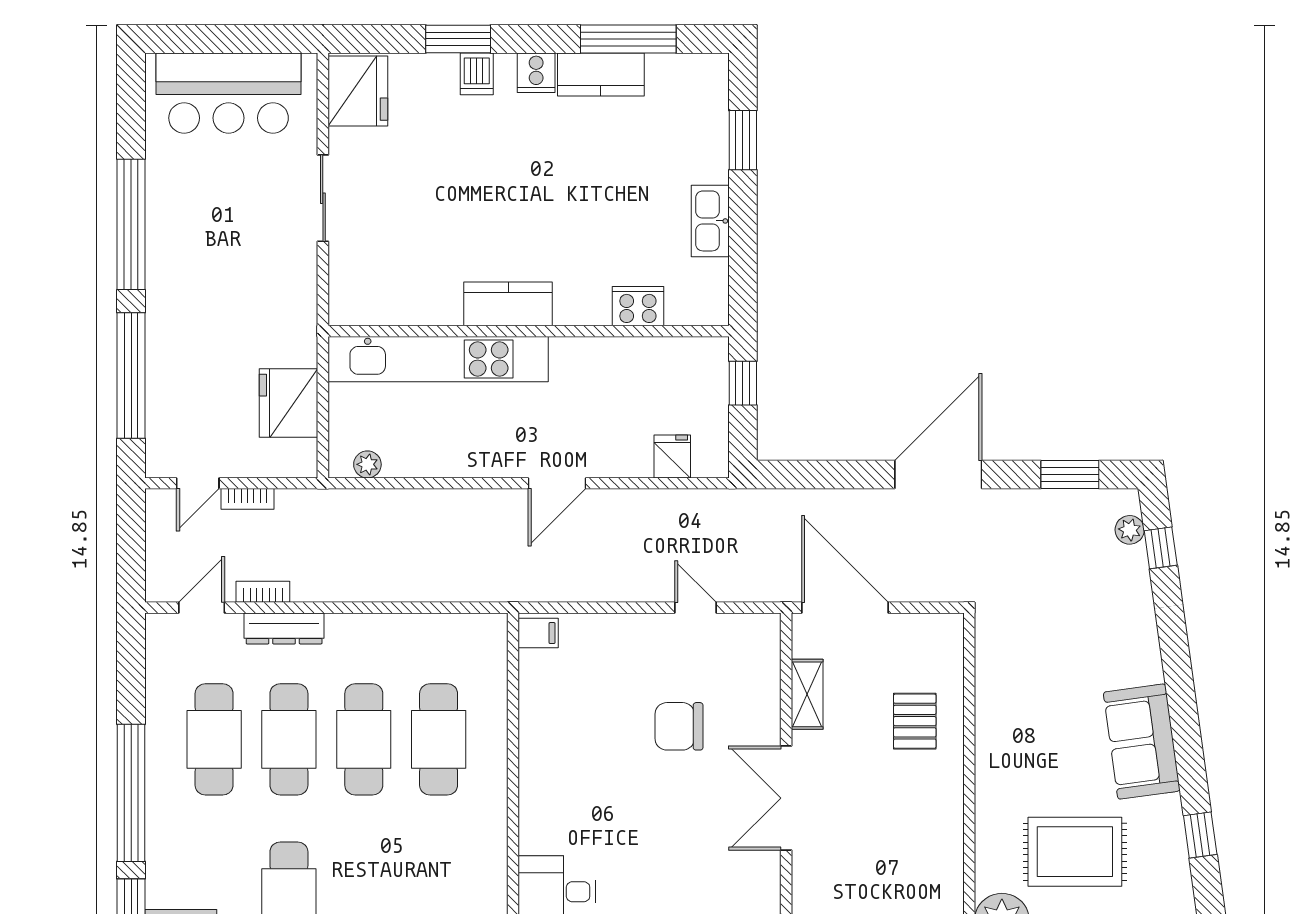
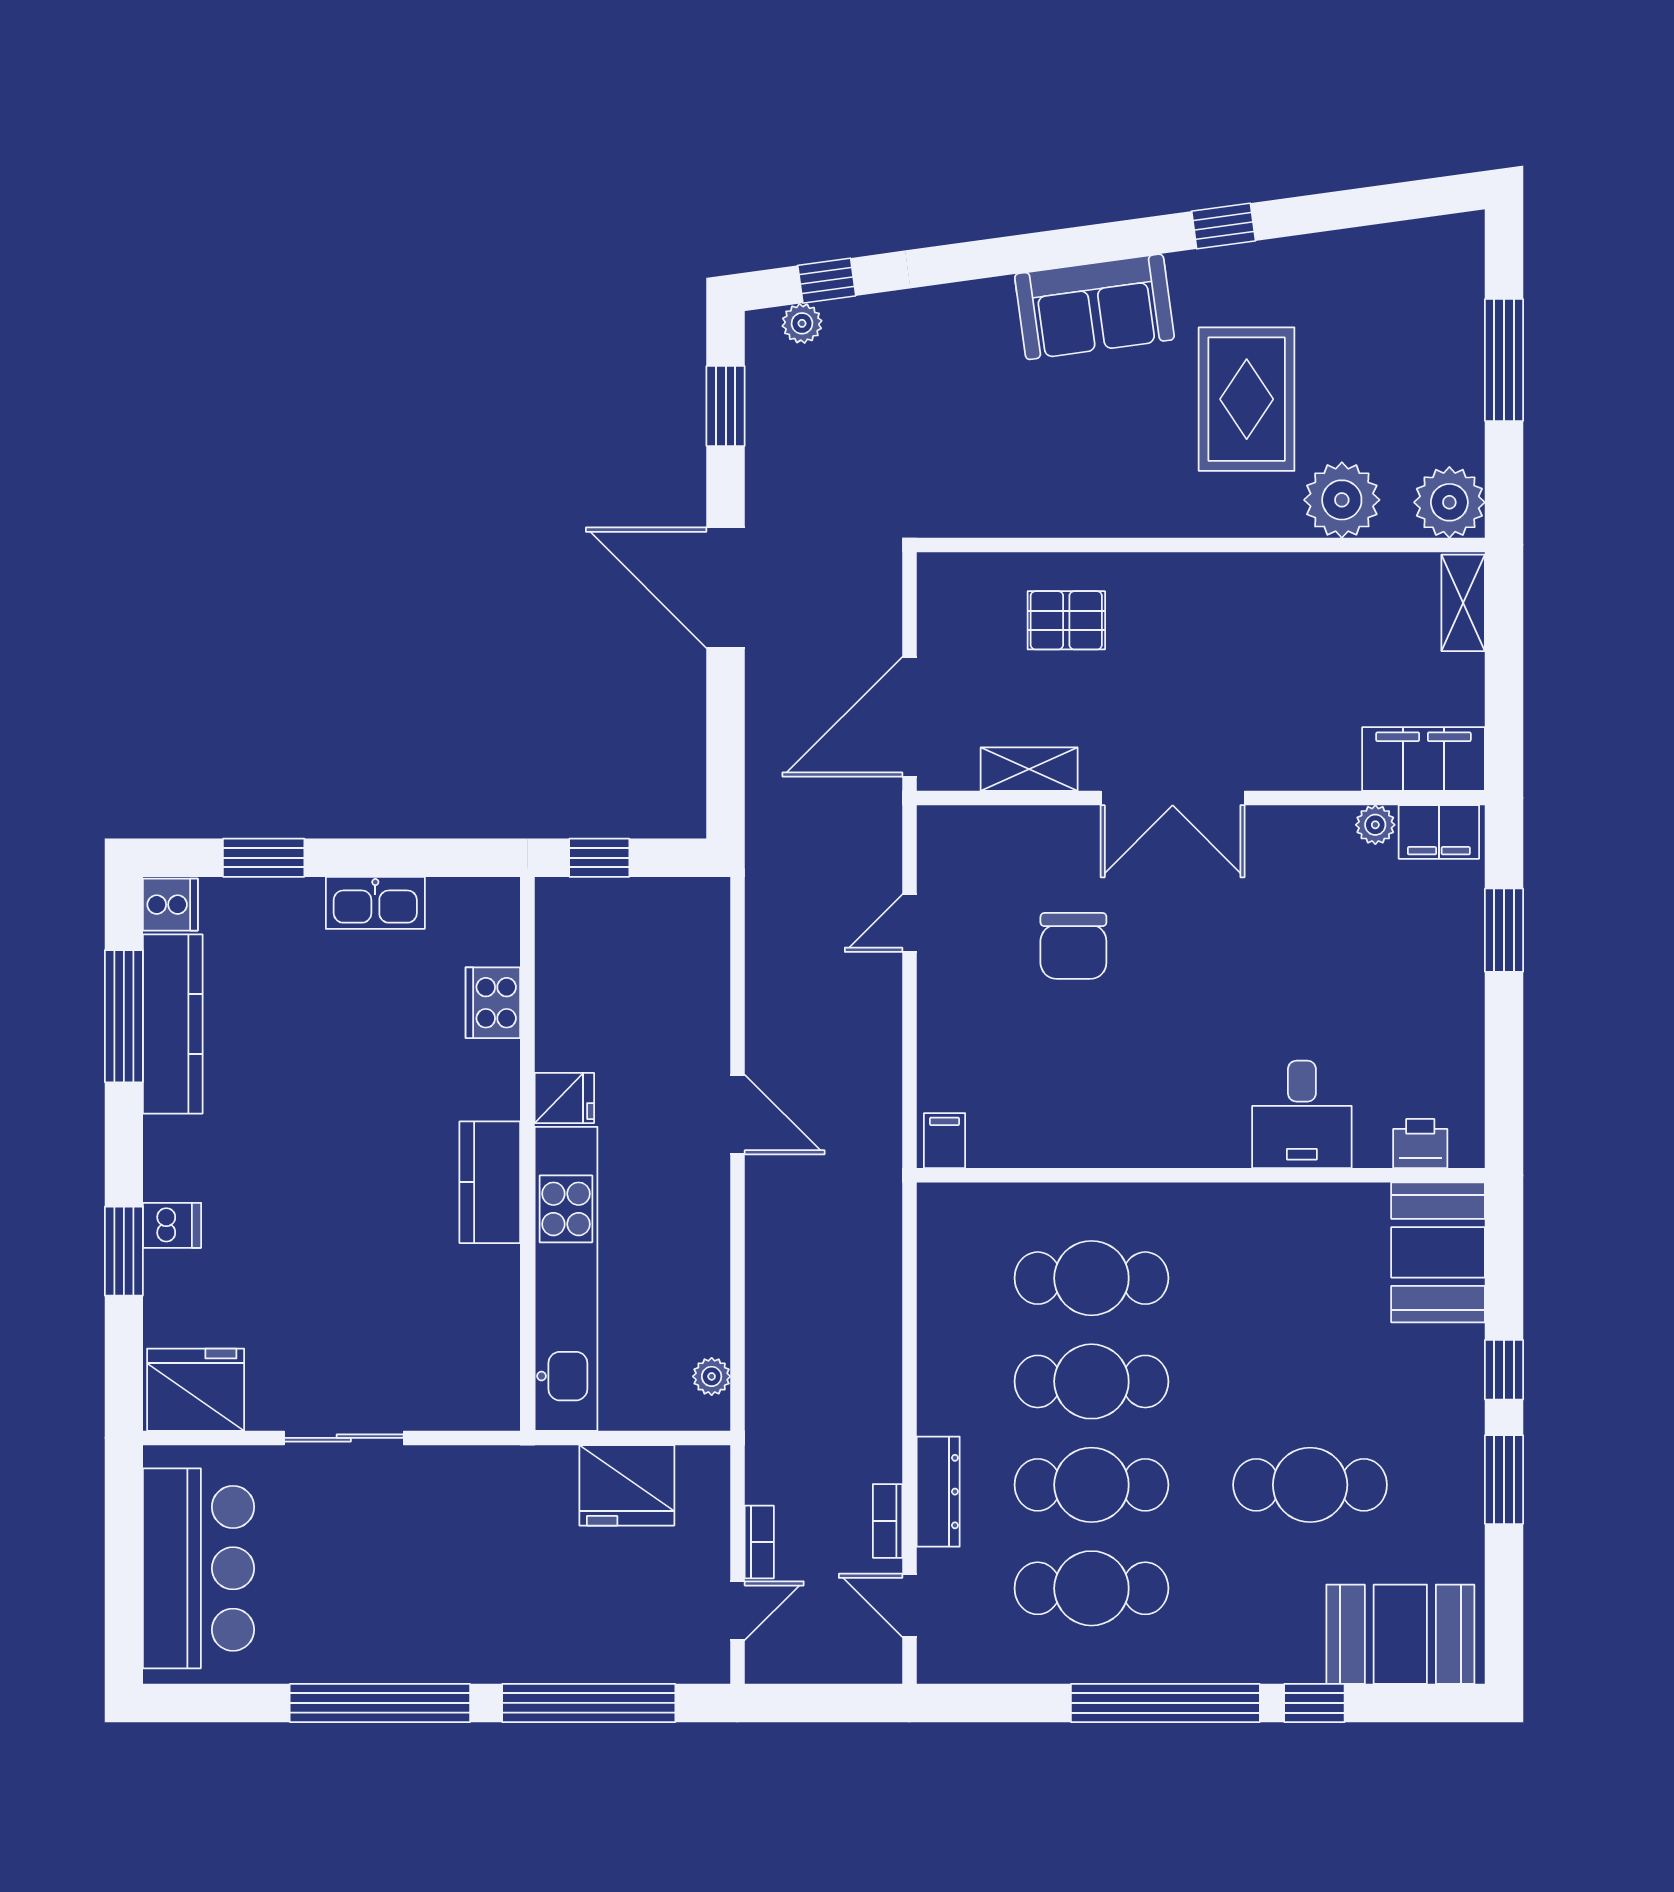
cooker: (536, 73) -> (170, 905), moved
kitchen counter: (601, 74) -> (173, 1024), width x1.50
fridge: (672, 456) -> (564, 1098), moved, turned 180
door: (198, 483) -> (738, 1611), hinge flipped

